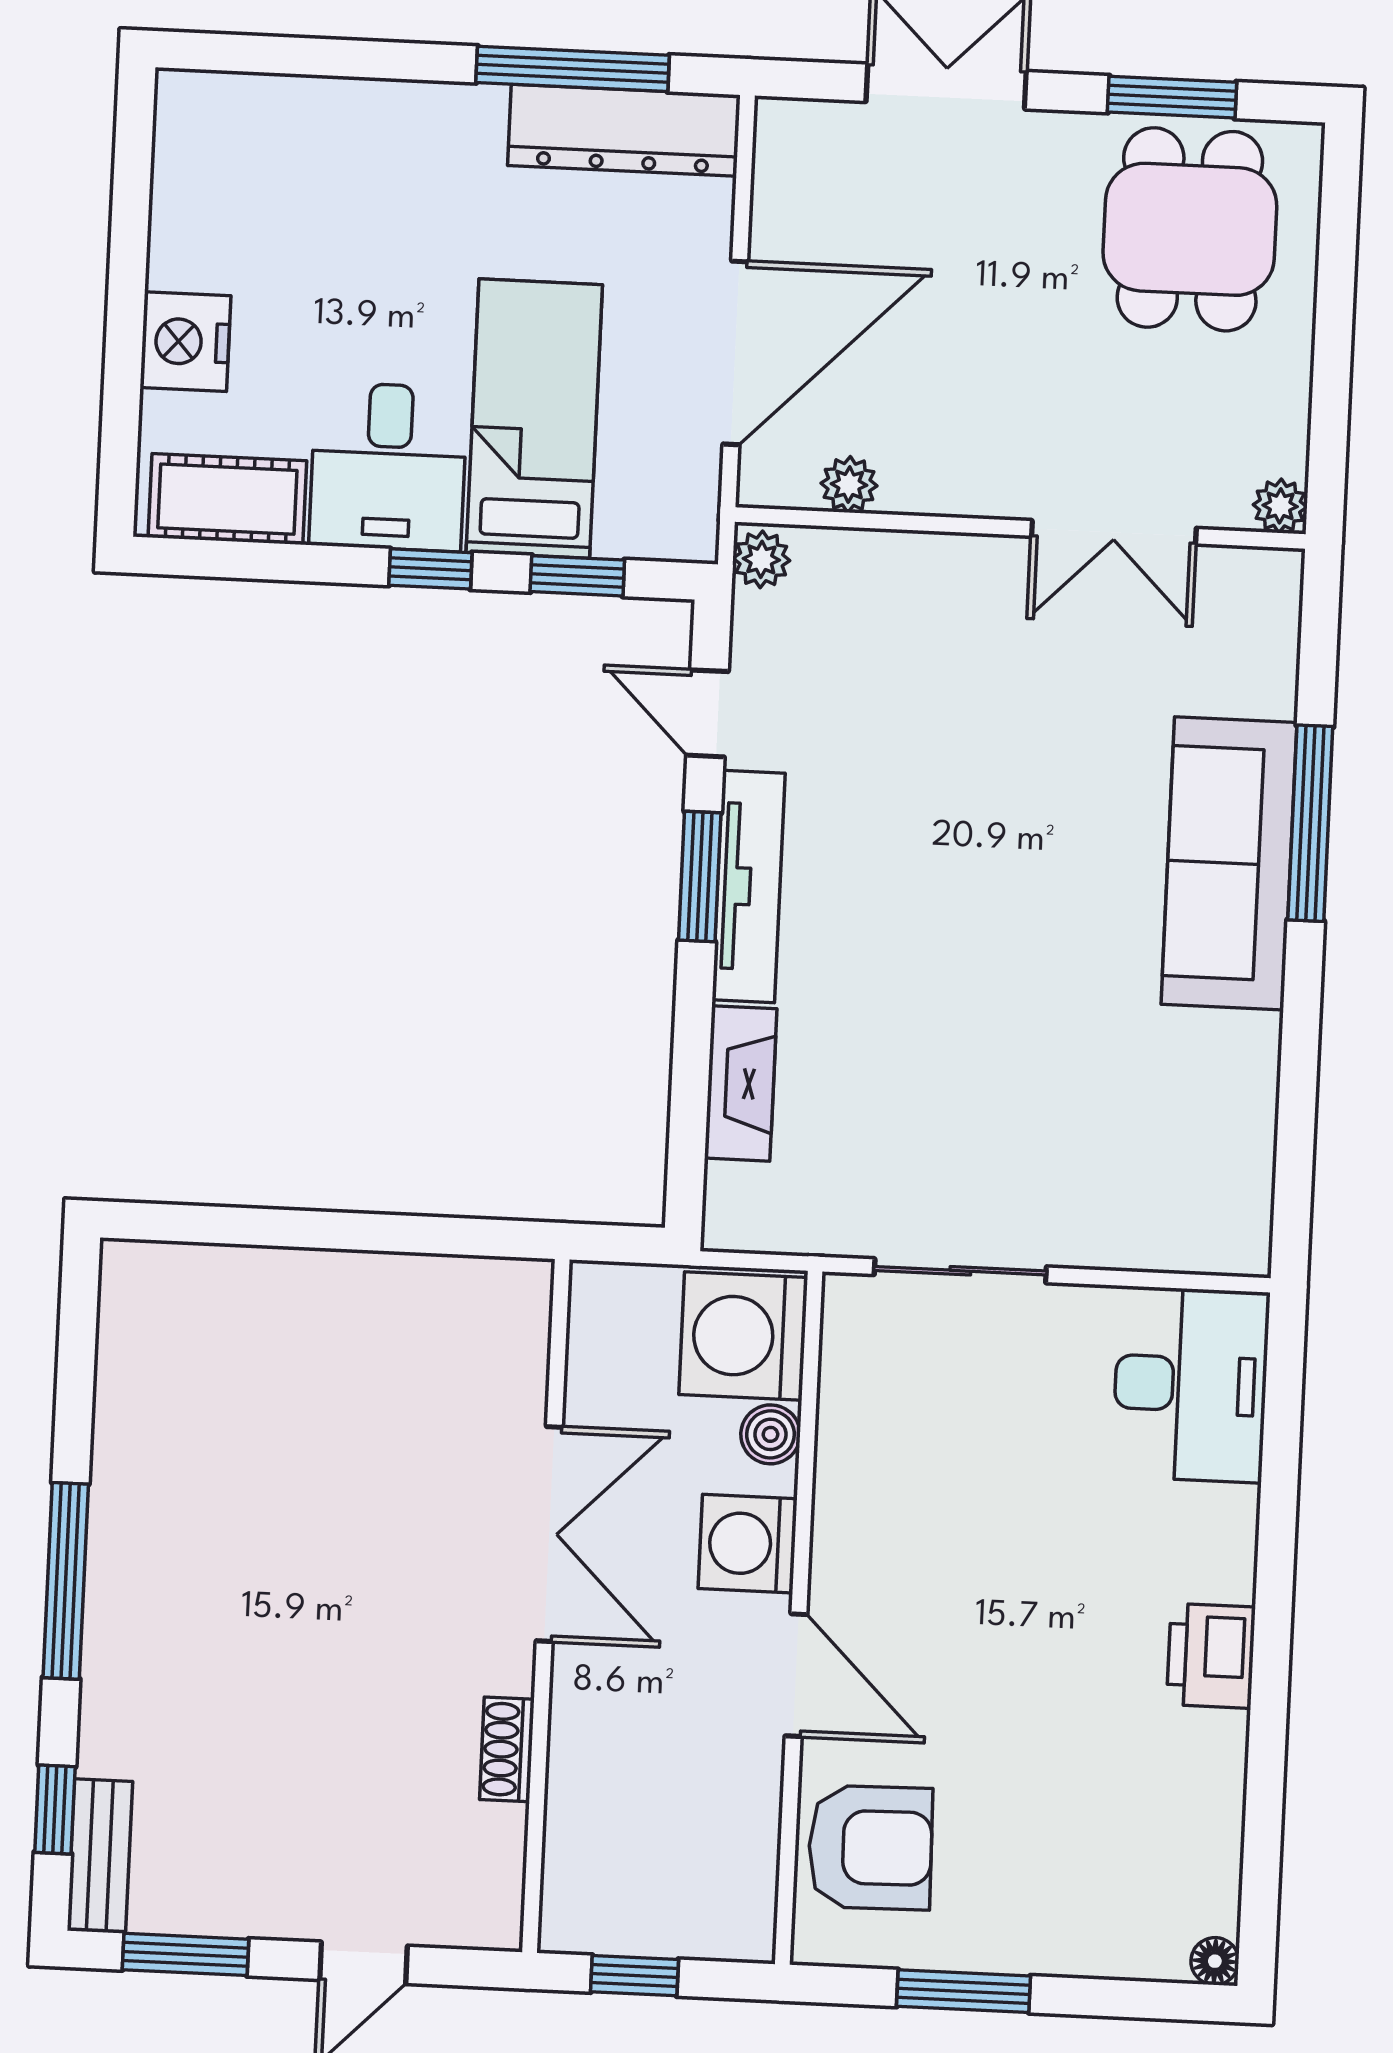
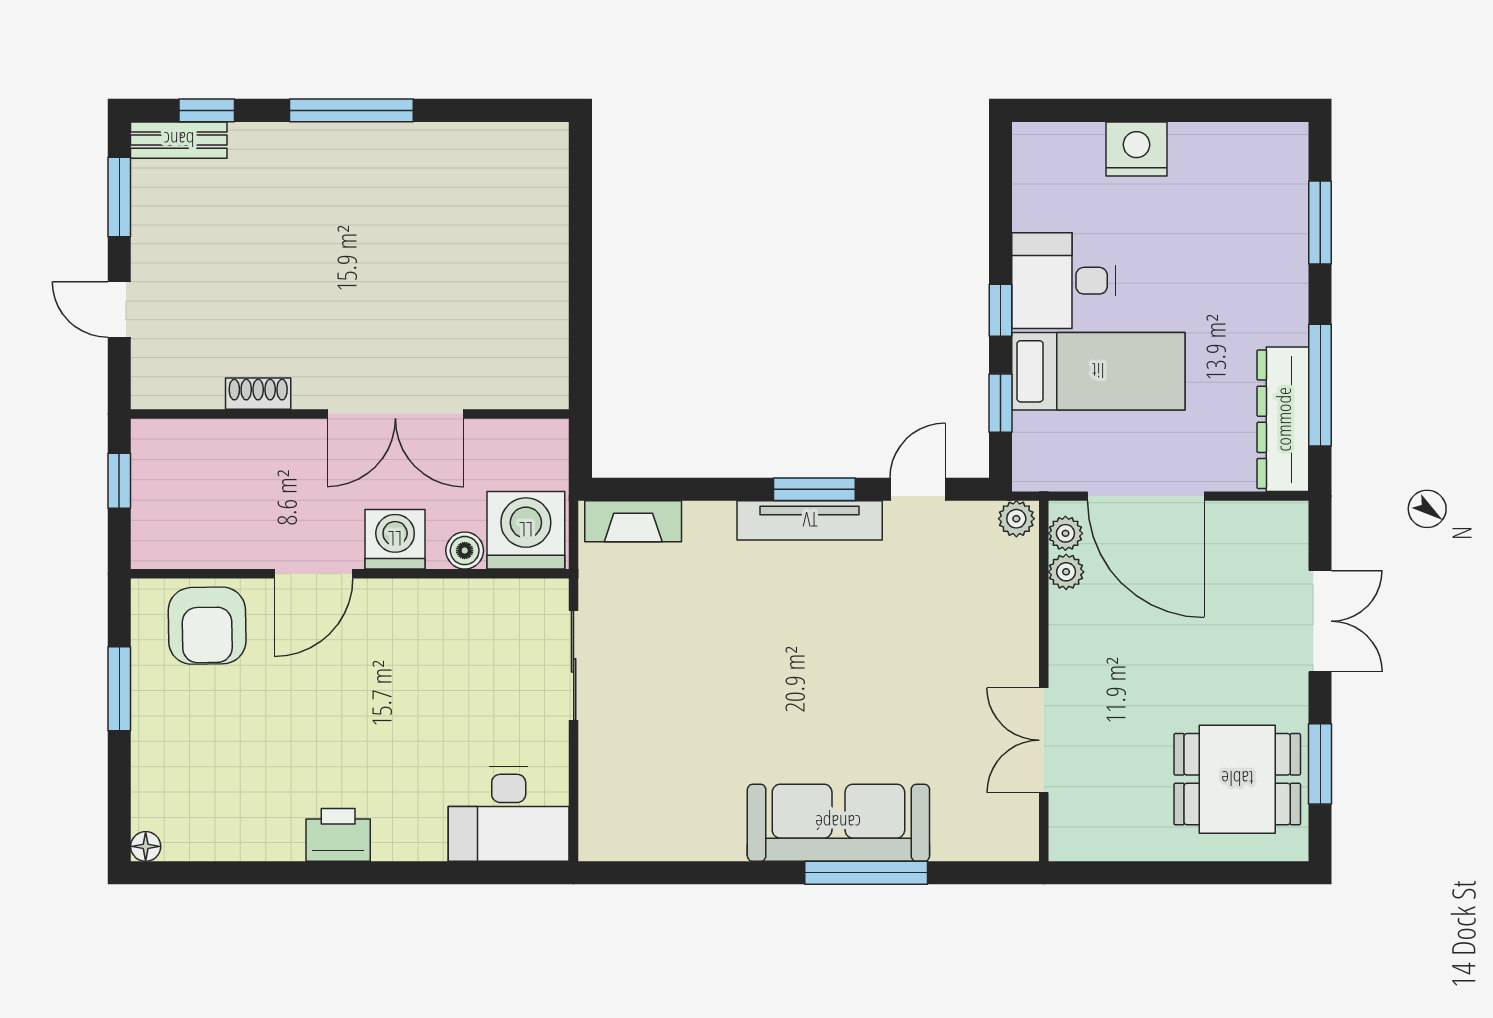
window: (315, 57) -> (1320, 222), added
cot: (227, 499) -> (1038, 180), removed
plant: (1280, 506) -> (1065, 533), moved
fireplace: (741, 1083) -> (633, 521), moved

